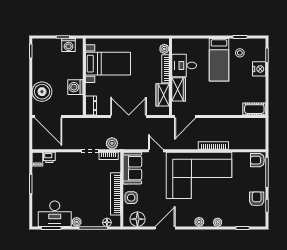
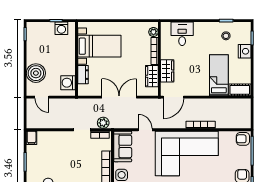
bed: (219, 60) -> (219, 75), moved, turned 180
desk: (184, 65) -> (182, 34), moved, turned 90
washing machine: (75, 87) -> (68, 83), moved
dresser: (91, 106) -> (83, 75), moved
door: (48, 117) -> (42, 97), width x0.53
printer: (49, 157) -> (43, 136), removed

